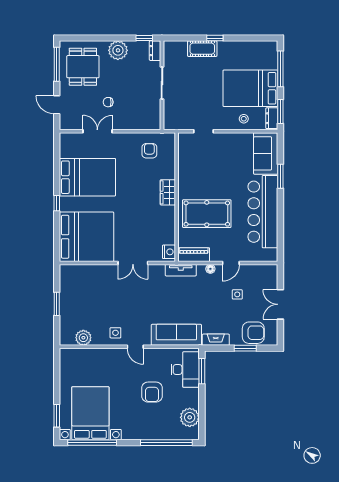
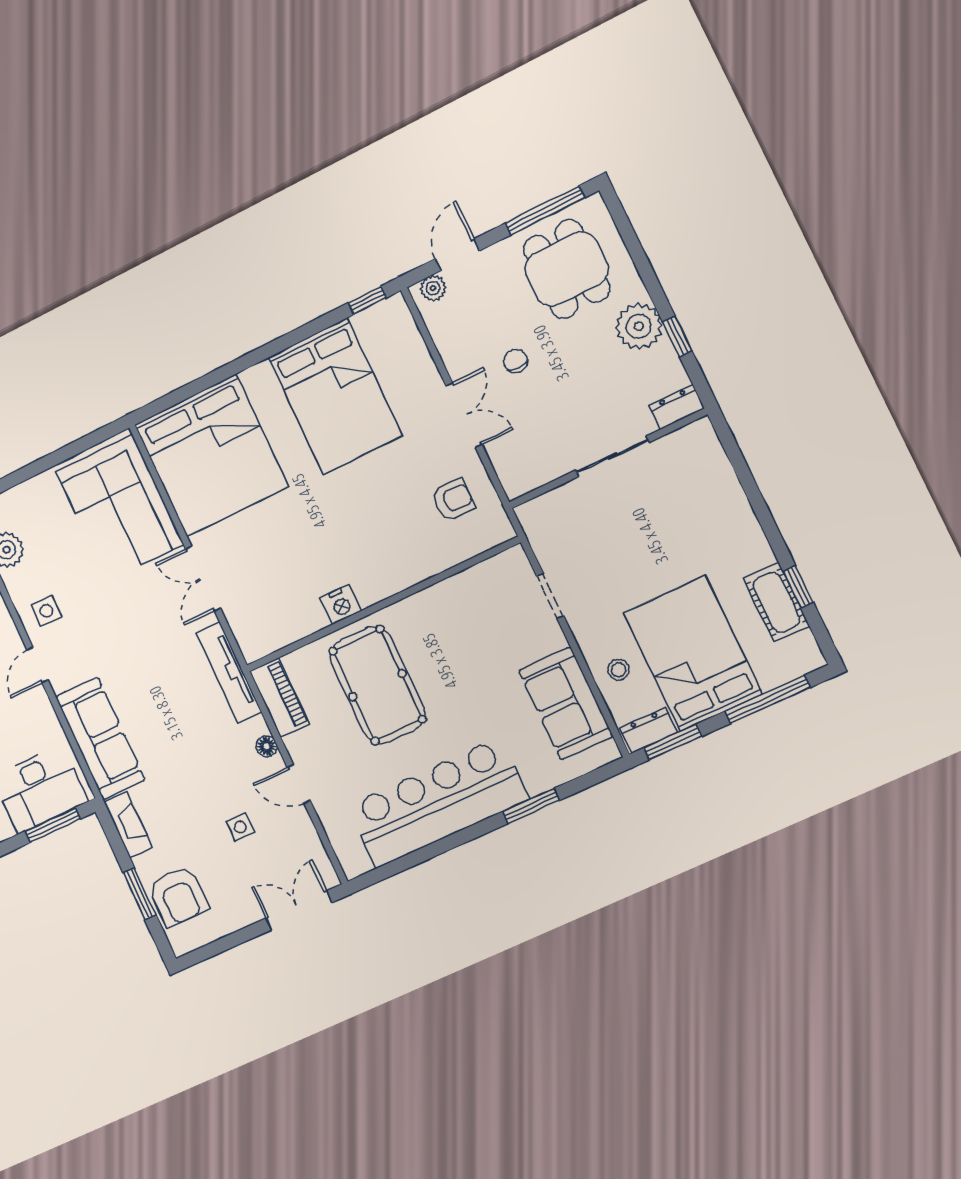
window: (144, 38) -> (677, 336), moved
window: (215, 38) -> (798, 587), moved
cot: (202, 49) -> (776, 602), moved
dining table: (83, 67) -> (567, 269), turned 90
plant: (65, 120) -> (433, 288), added
double door: (97, 131) -> (464, 415), moved
sofa: (266, 153) -> (566, 704), moved, turned -90
wardrobe: (168, 192) -> (383, 581), removed
window: (57, 203) -> (367, 300), moved
nightstand: (169, 252) -> (341, 604), moved
tv unit: (181, 270) -> (229, 672), width x1.41
corner sofa: (89, 283) -> (120, 508), added
window: (57, 304) -> (48, 462), removed
double door: (280, 304) -> (299, 910), moved

